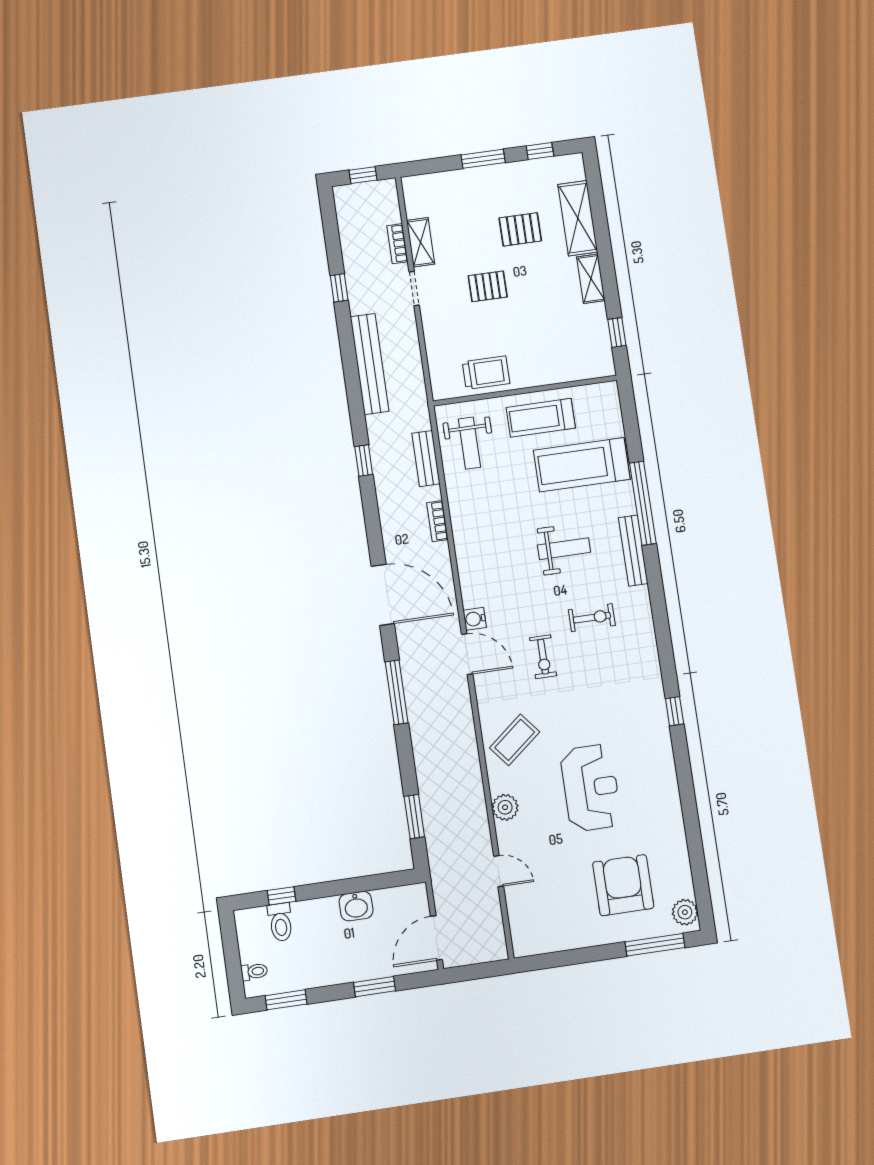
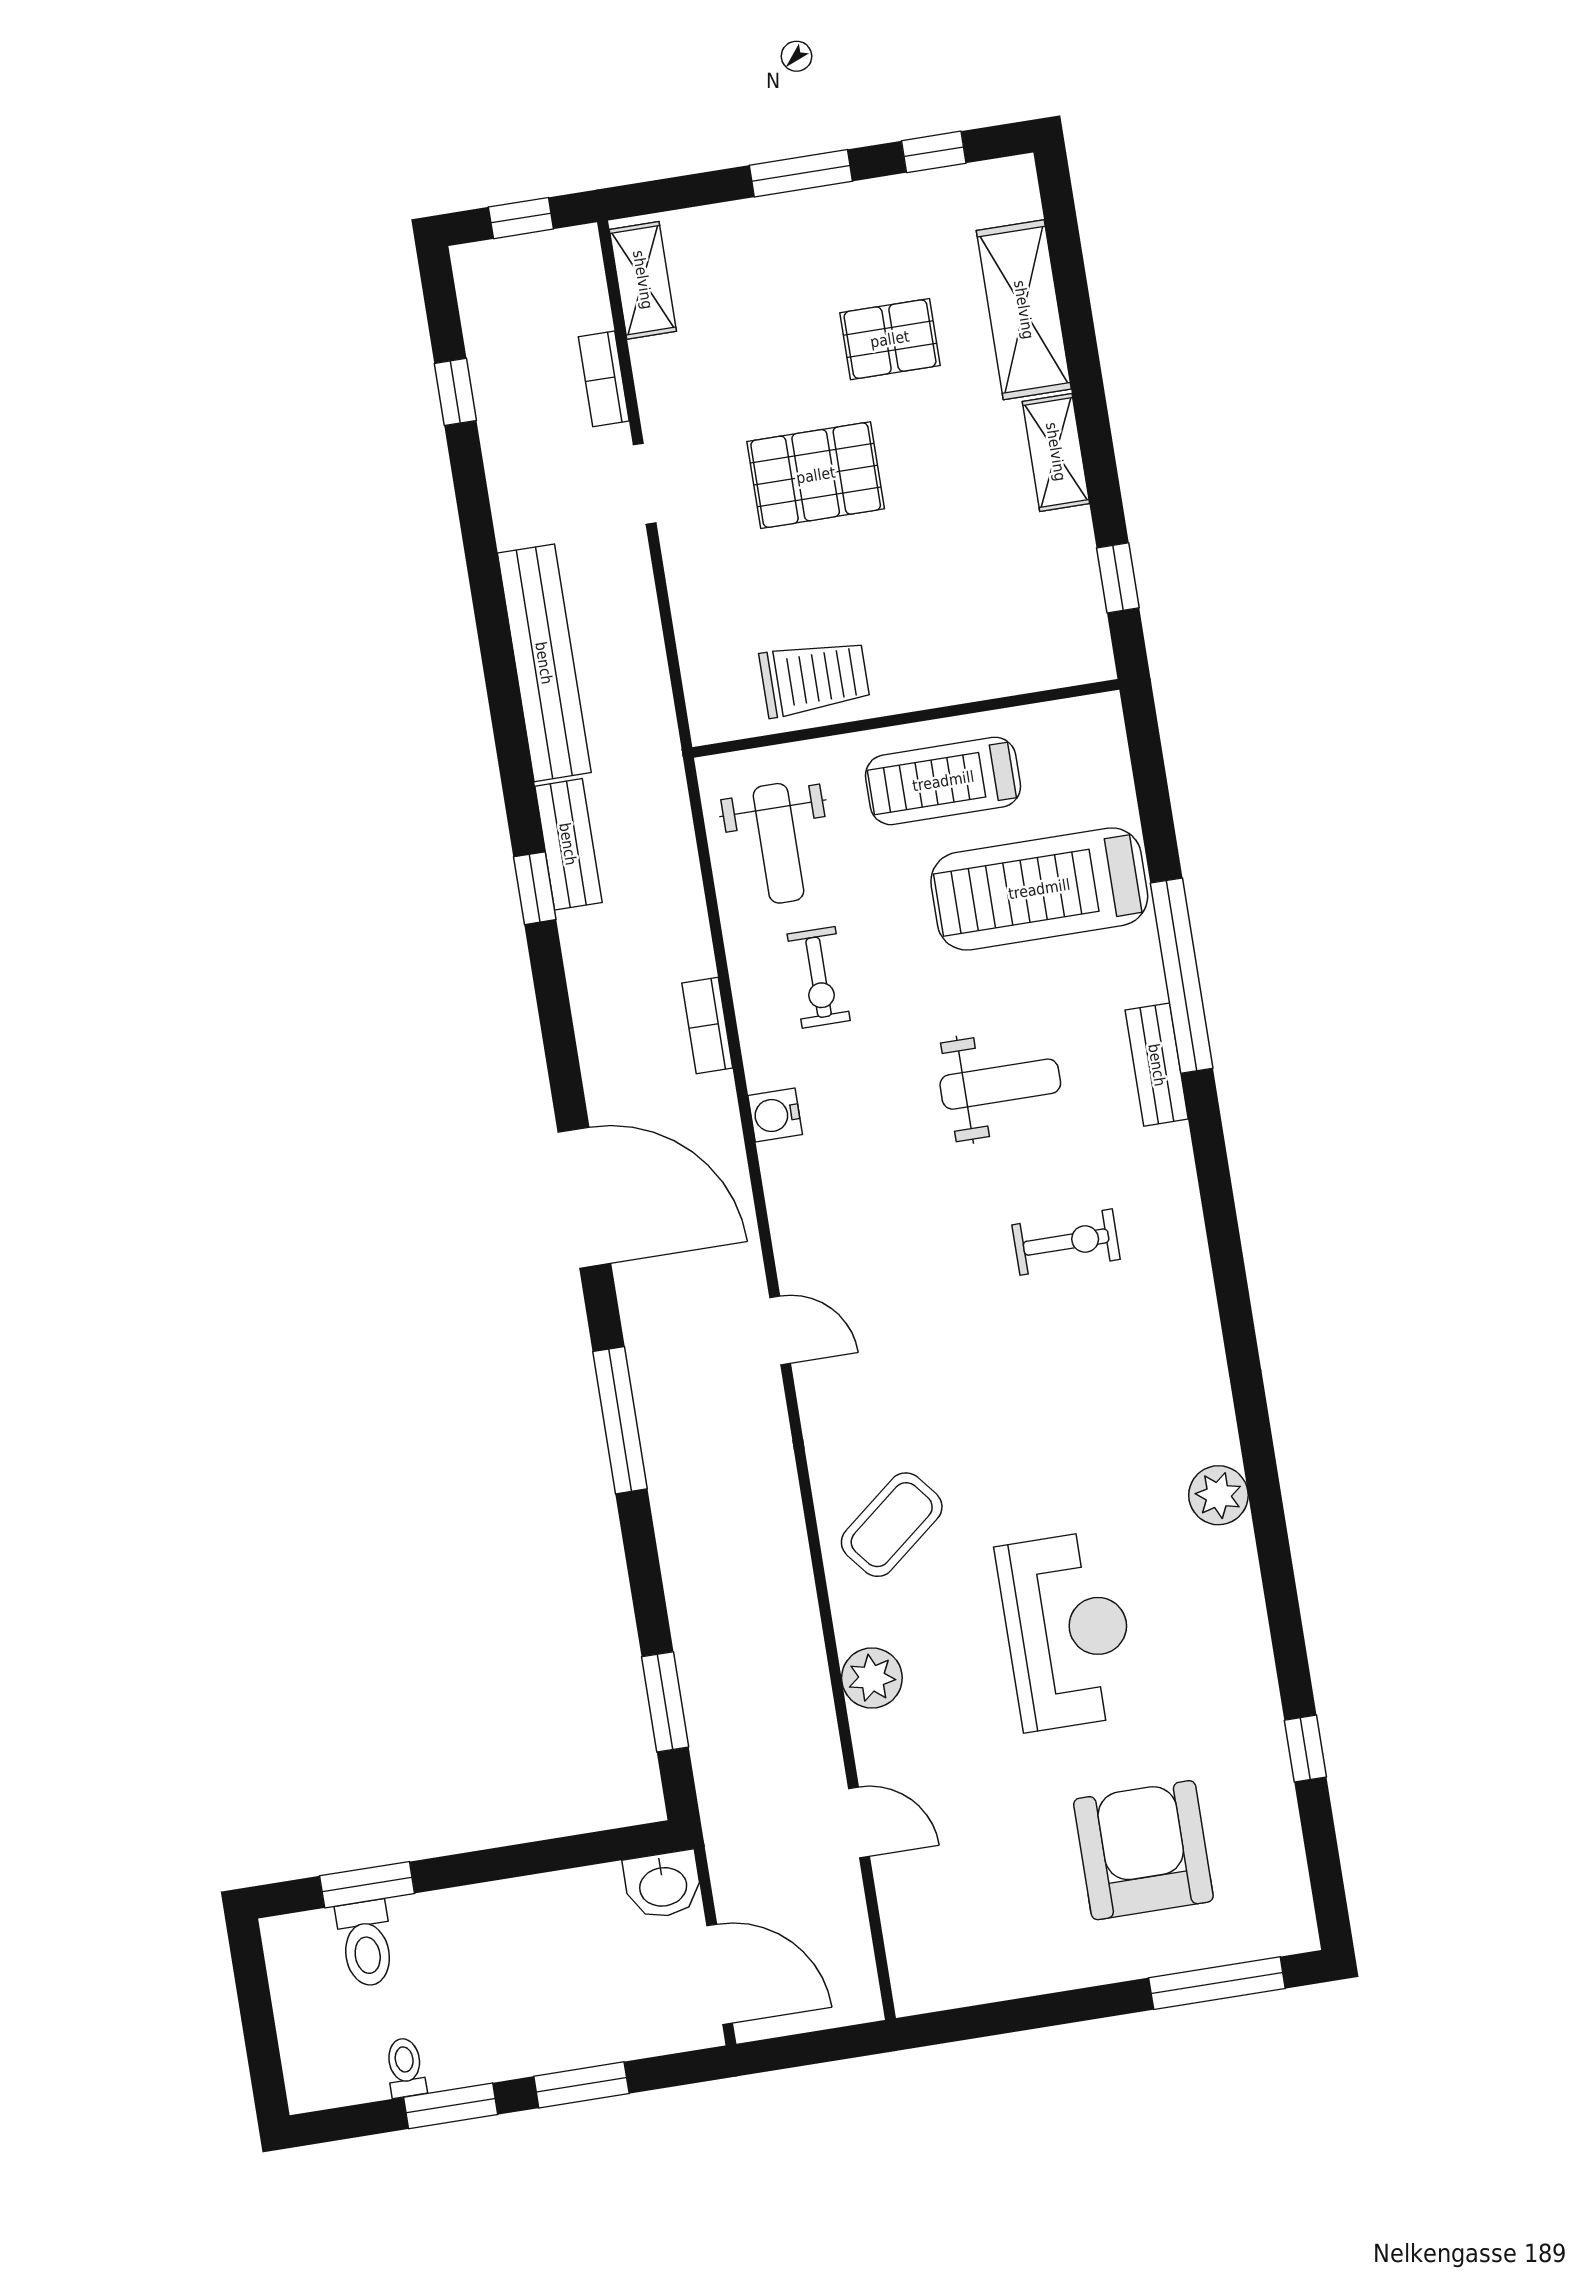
shelving: (421, 242) -> (643, 280), moved
pallet: (488, 286) -> (816, 475), width x1.50, depth x1.42
window: (339, 288) -> (455, 392), moved
bench: (426, 459) -> (568, 844), moved
bench: (633, 550) -> (1157, 1065), width x0.73
water cooler: (475, 619) -> (775, 1115), moved
door: (467, 654) -> (780, 1330), width x0.73
exercise bike: (543, 657) -> (819, 977), moved
window: (675, 711) -> (1305, 1749), moved
window: (282, 896) -> (367, 1885), width x1.50
washbasin: (356, 906) -> (663, 1885), moved
plant: (685, 912) -> (1218, 1495), moved
door: (436, 938) -> (720, 1974), swing flipped
toilet: (254, 972) -> (405, 2067), moved, turned -90
window: (286, 1000) -> (451, 2106), moved

